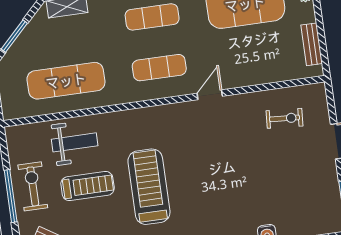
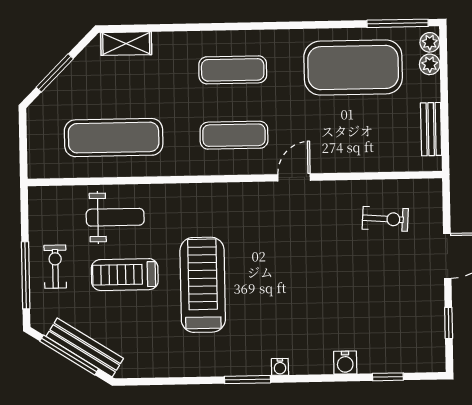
exercise bike: (33, 186) -> (55, 267), width x0.73, depth x0.72
treadmill: (88, 186) -> (125, 275), turned 180

